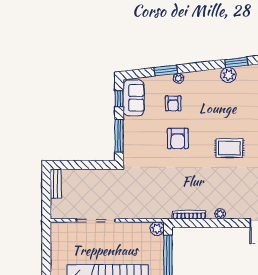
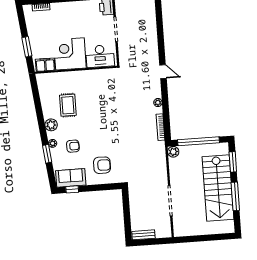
window: (236, 62) -> (37, 98), removed
plant: (228, 75) -> (51, 125), moved
window: (119, 136) -> (102, 187), removed
armchair: (178, 139) -> (102, 165), moved
rug: (229, 148) -> (68, 105), moved

